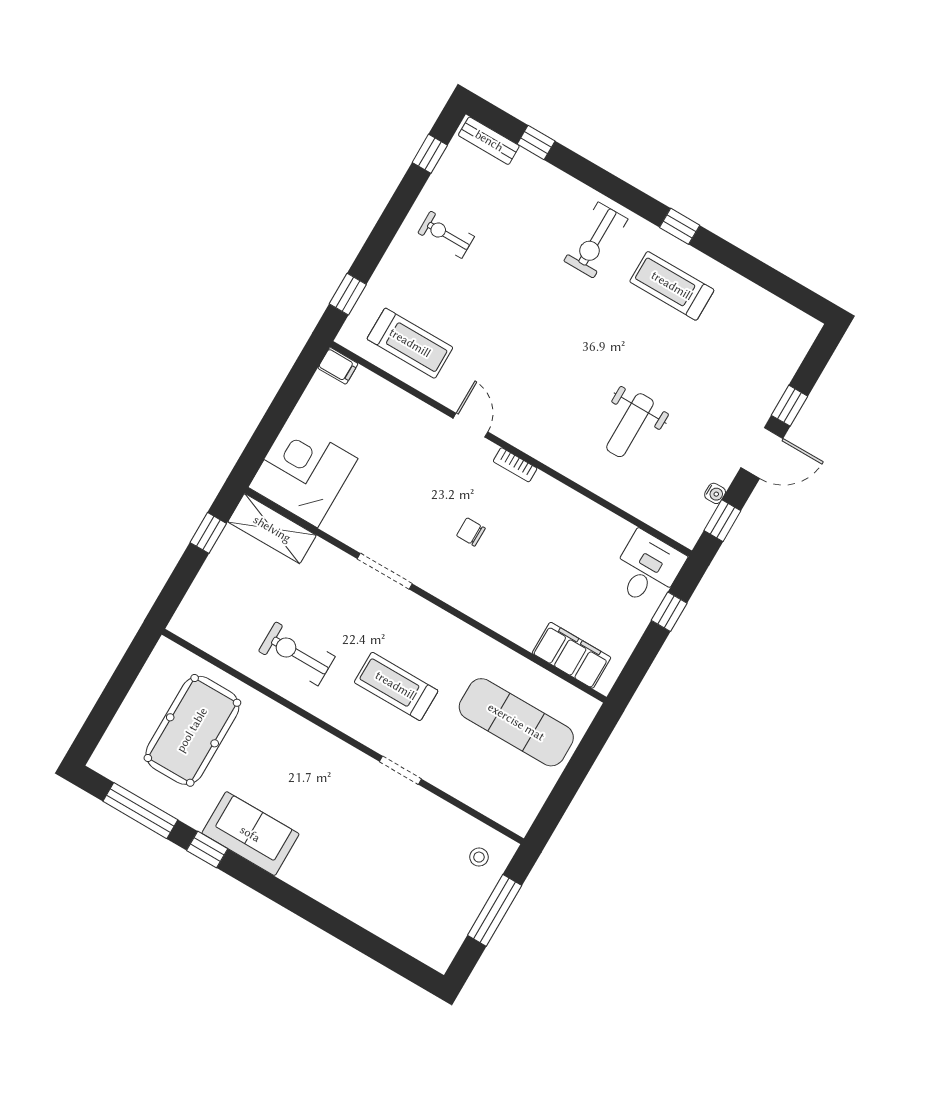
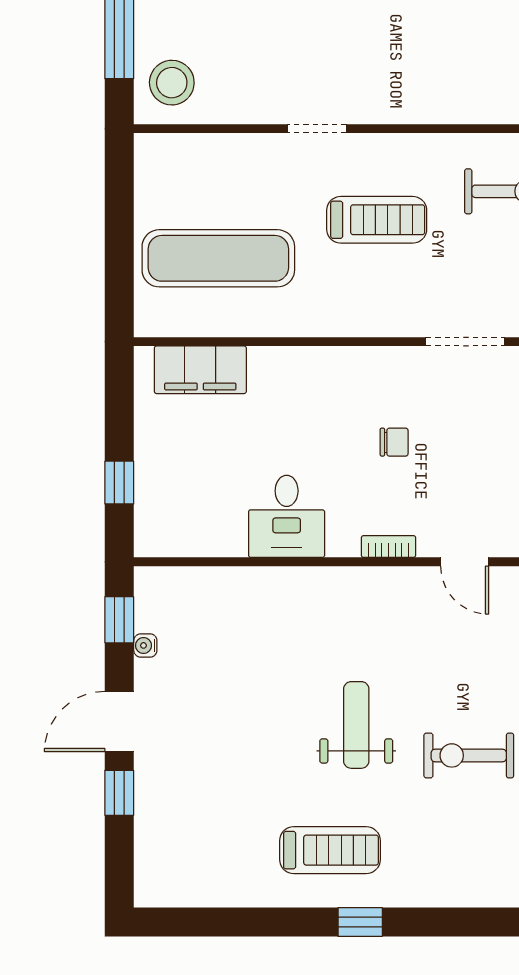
exercise bike: (596, 240) -> (469, 755), moved, turned -90
weight bench: (630, 425) -> (356, 725), moved
desk: (647, 569) -> (287, 516), moved
stool: (479, 857) -> (172, 83), width x1.89, depth x1.89

